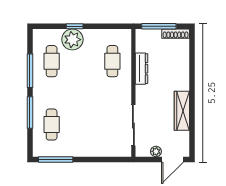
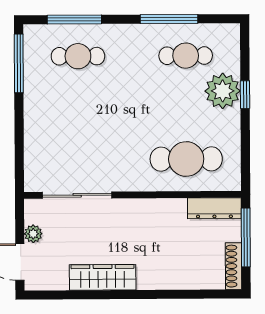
cafe table: (112, 61) -> (186, 159), width x1.37, depth x1.35
dresser: (142, 69) -> (214, 208), moved
window: (30, 112) -> (74, 19), moved

